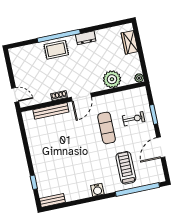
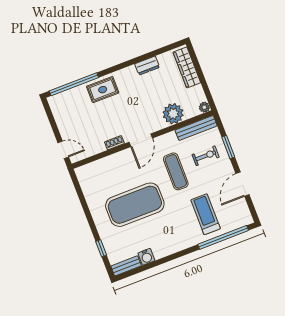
window: (59, 36) -> (74, 84), moved
dresser: (86, 38) -> (147, 66), moved
wardrobe: (130, 42) -> (187, 67), width x1.50
bench: (51, 111) -> (196, 128), moved
exercise mat: (68, 150) -> (135, 205), added
water cooler: (97, 190) -> (146, 257), moved

